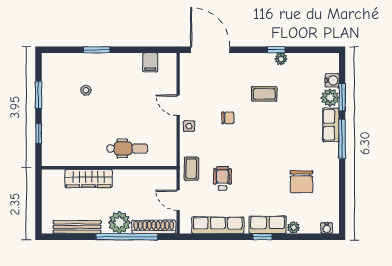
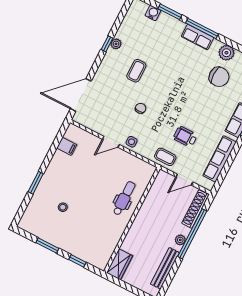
plant: (330, 98) -> (226, 53), moved
row of seats: (331, 125) -> (198, 37), moved
wardrobe: (88, 178) -> (120, 264), moved, width x0.67
plant: (119, 222) -> (180, 240), width x0.53, depth x0.53

